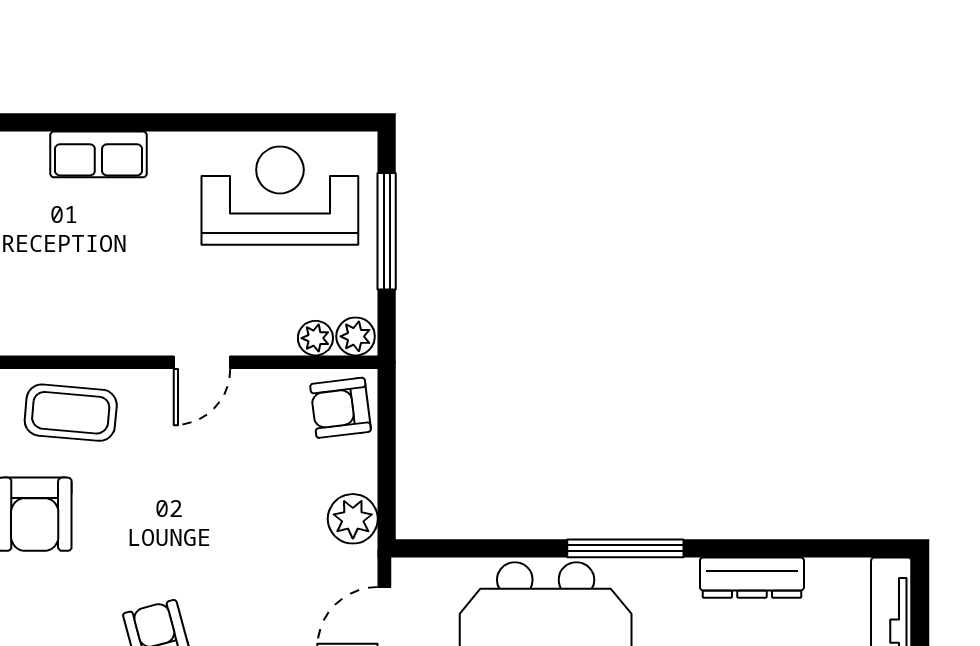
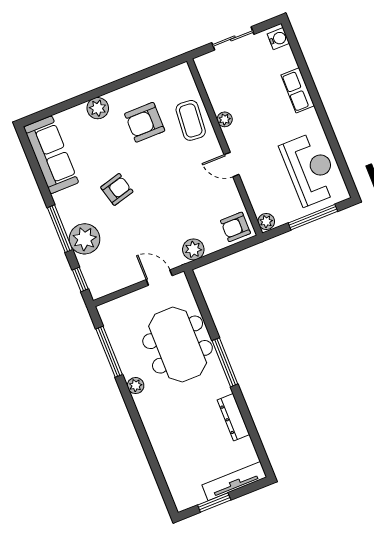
plant: (315, 338) -> (225, 119), moved
armchair: (341, 408) -> (235, 227), turned -83

